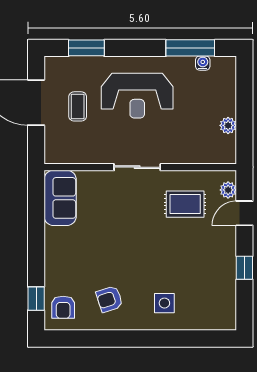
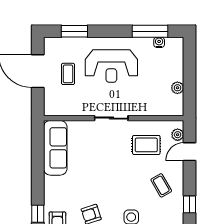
sofa: (60, 198) -> (55, 148), width x1.36
coffee table: (206, 260) -> (161, 185), added
window: (244, 268) -> (189, 204), moved

